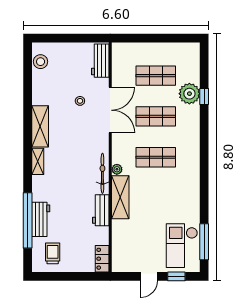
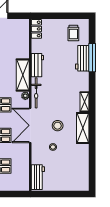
stool: (41, 62) -> (58, 126), moved
double door: (110, 110) -> (30, 125), moved
window: (28, 220) -> (92, 58), width x0.68

